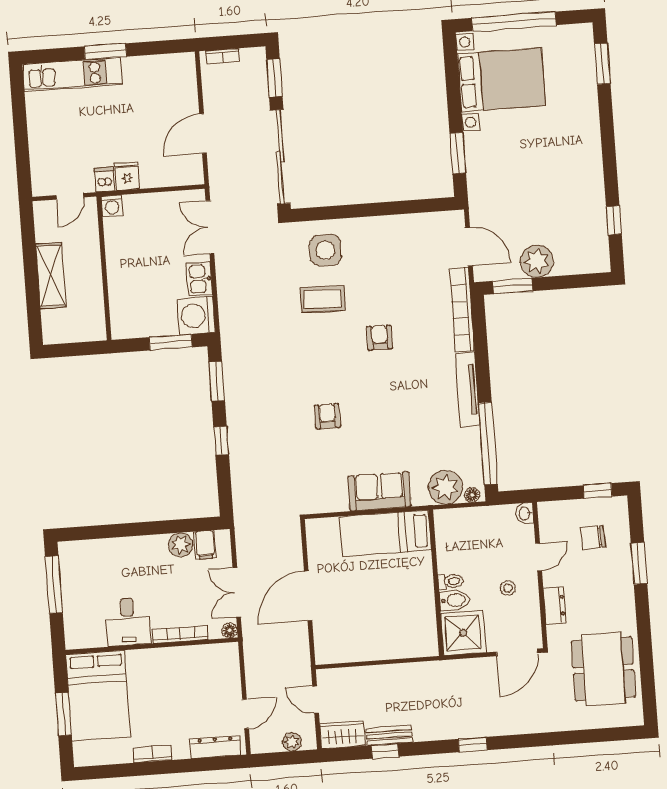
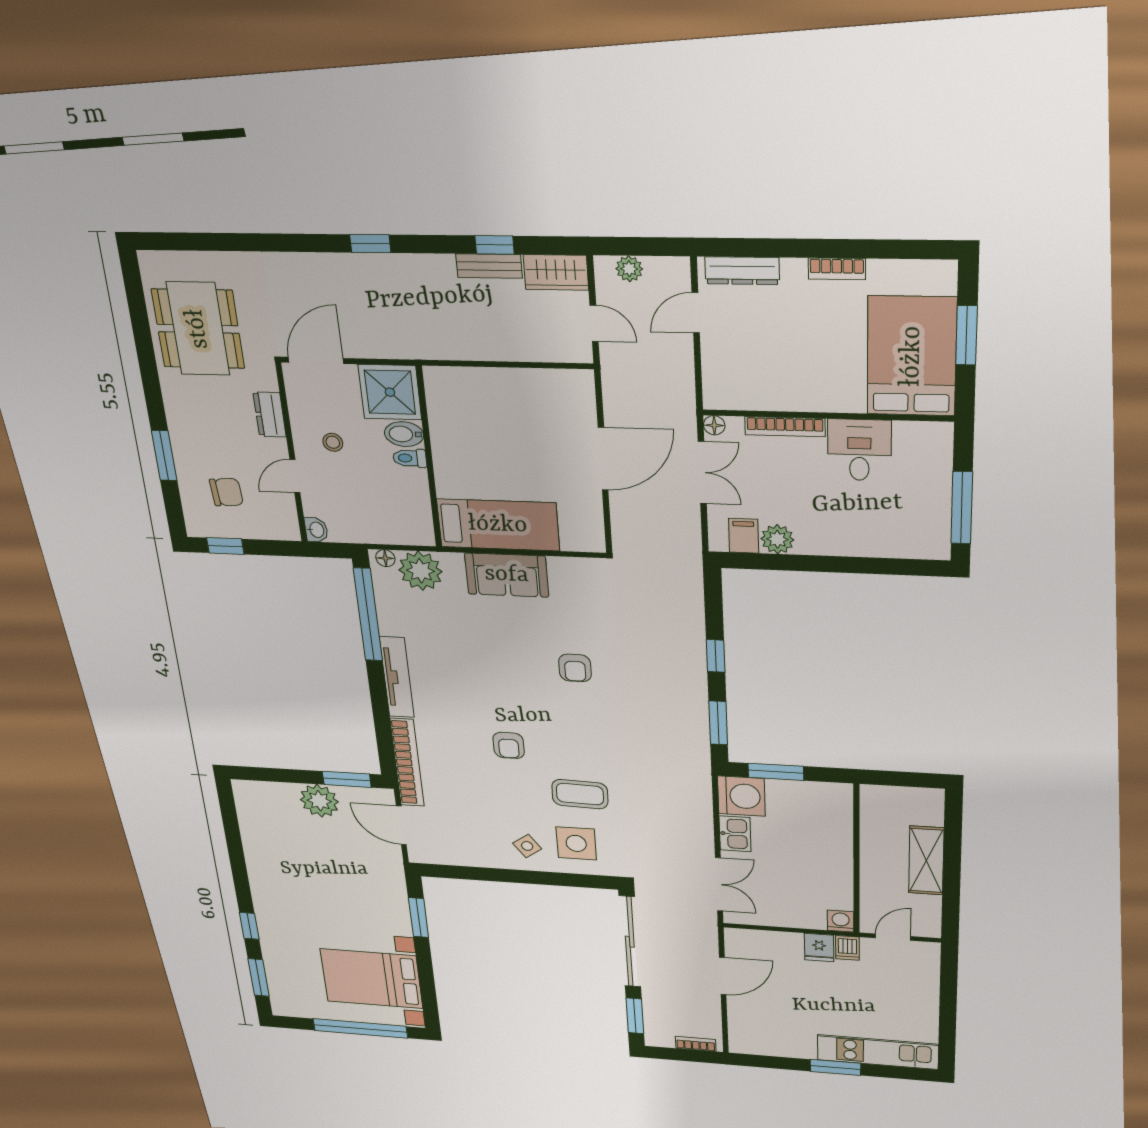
window: (614, 220) -> (249, 926), moved
side table: (365, 242) -> (527, 846), added

